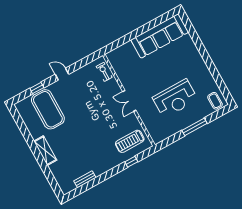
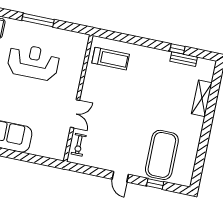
double door: (129, 101) -> (75, 114), moved
shelving: (45, 151) -> (202, 98), moved
window: (131, 162) -> (177, 49), moved

